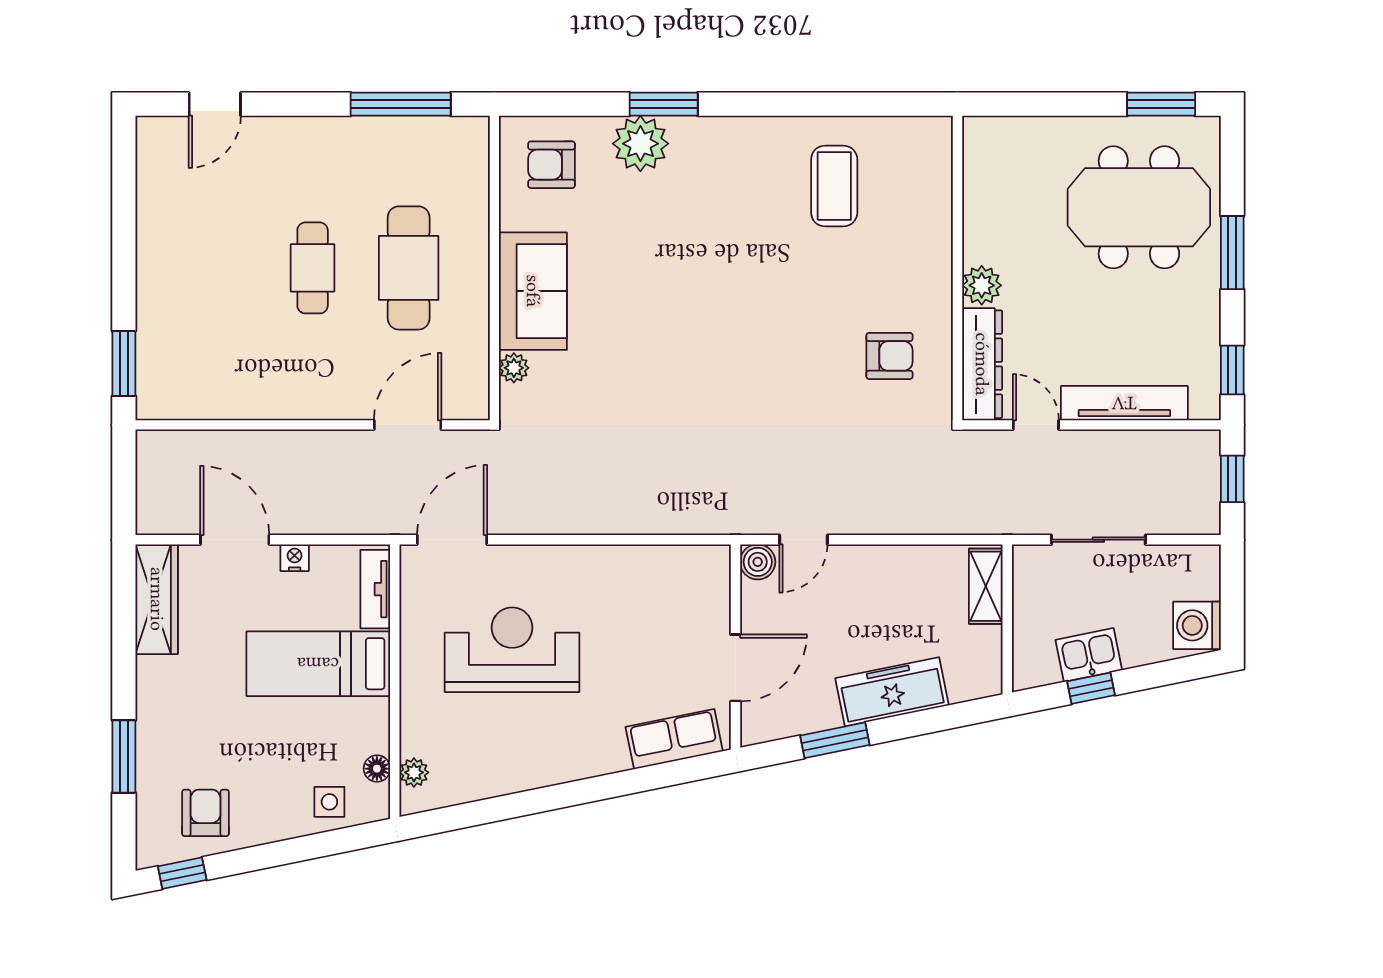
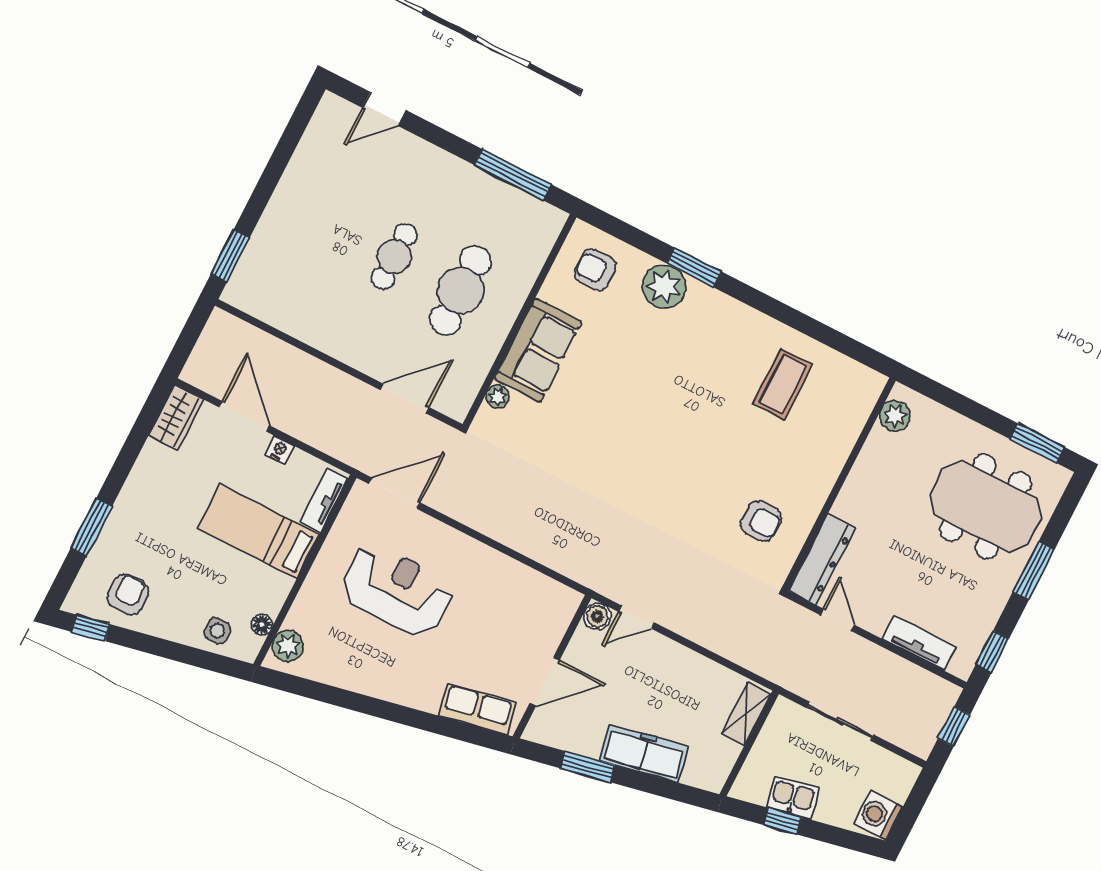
plant: (982, 285) -> (895, 416), moved
tv unit: (1124, 403) -> (919, 643), width x0.71
wardrobe: (157, 599) -> (176, 417), width x0.67
plant: (414, 772) -> (288, 646), width x1.38, depth x1.38

